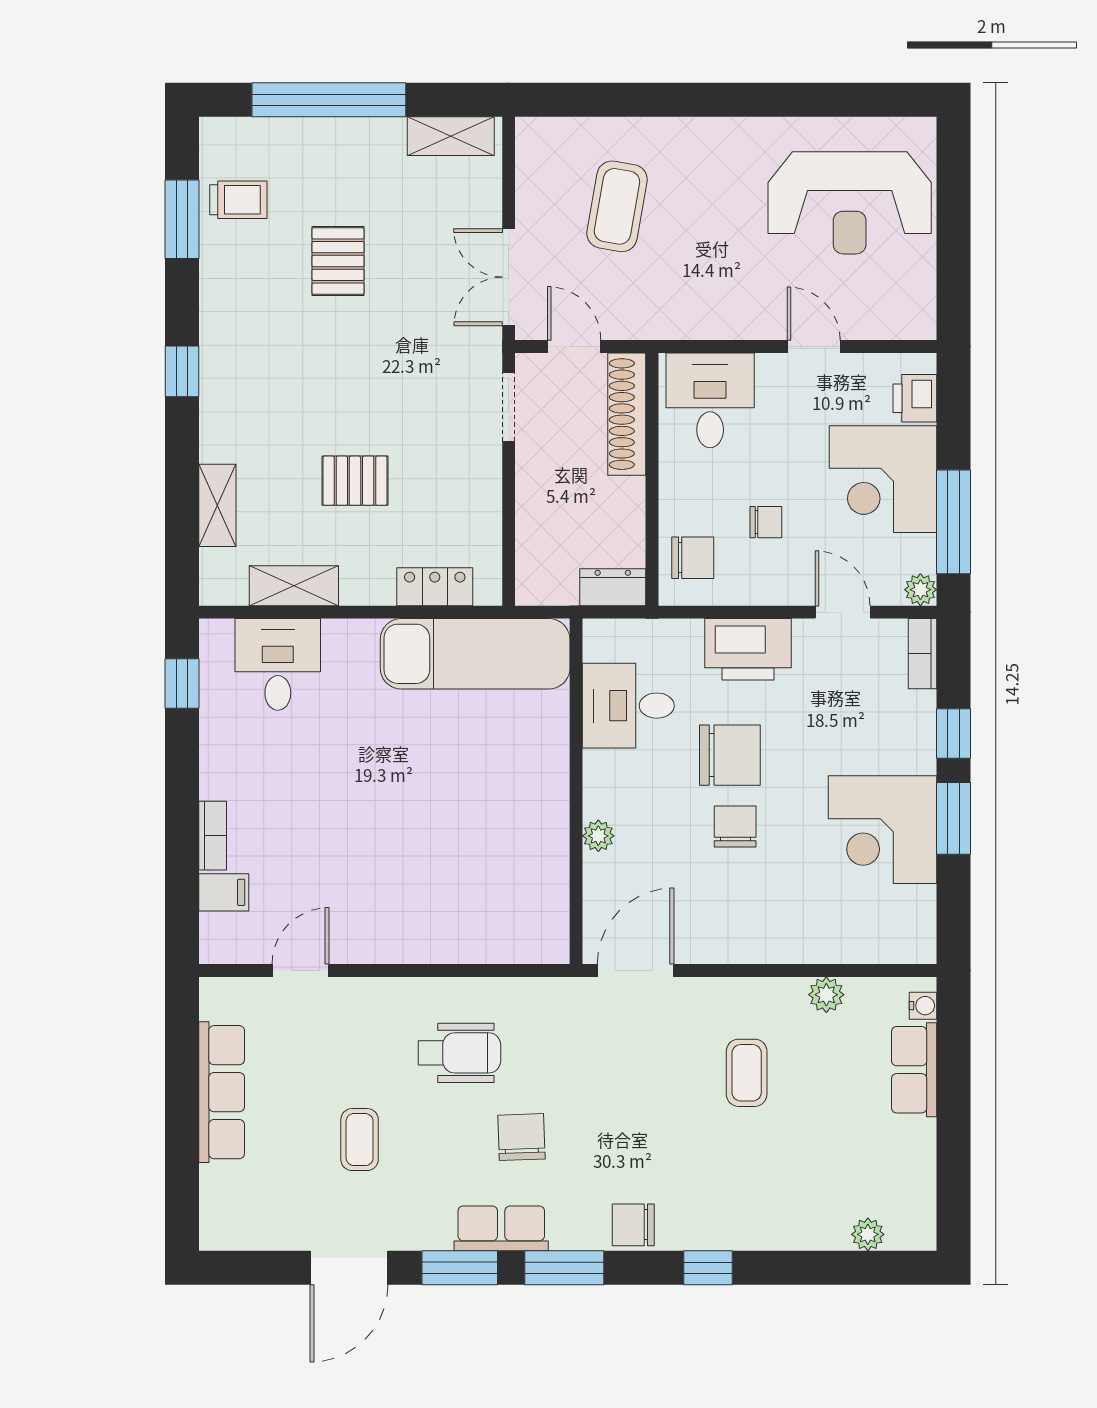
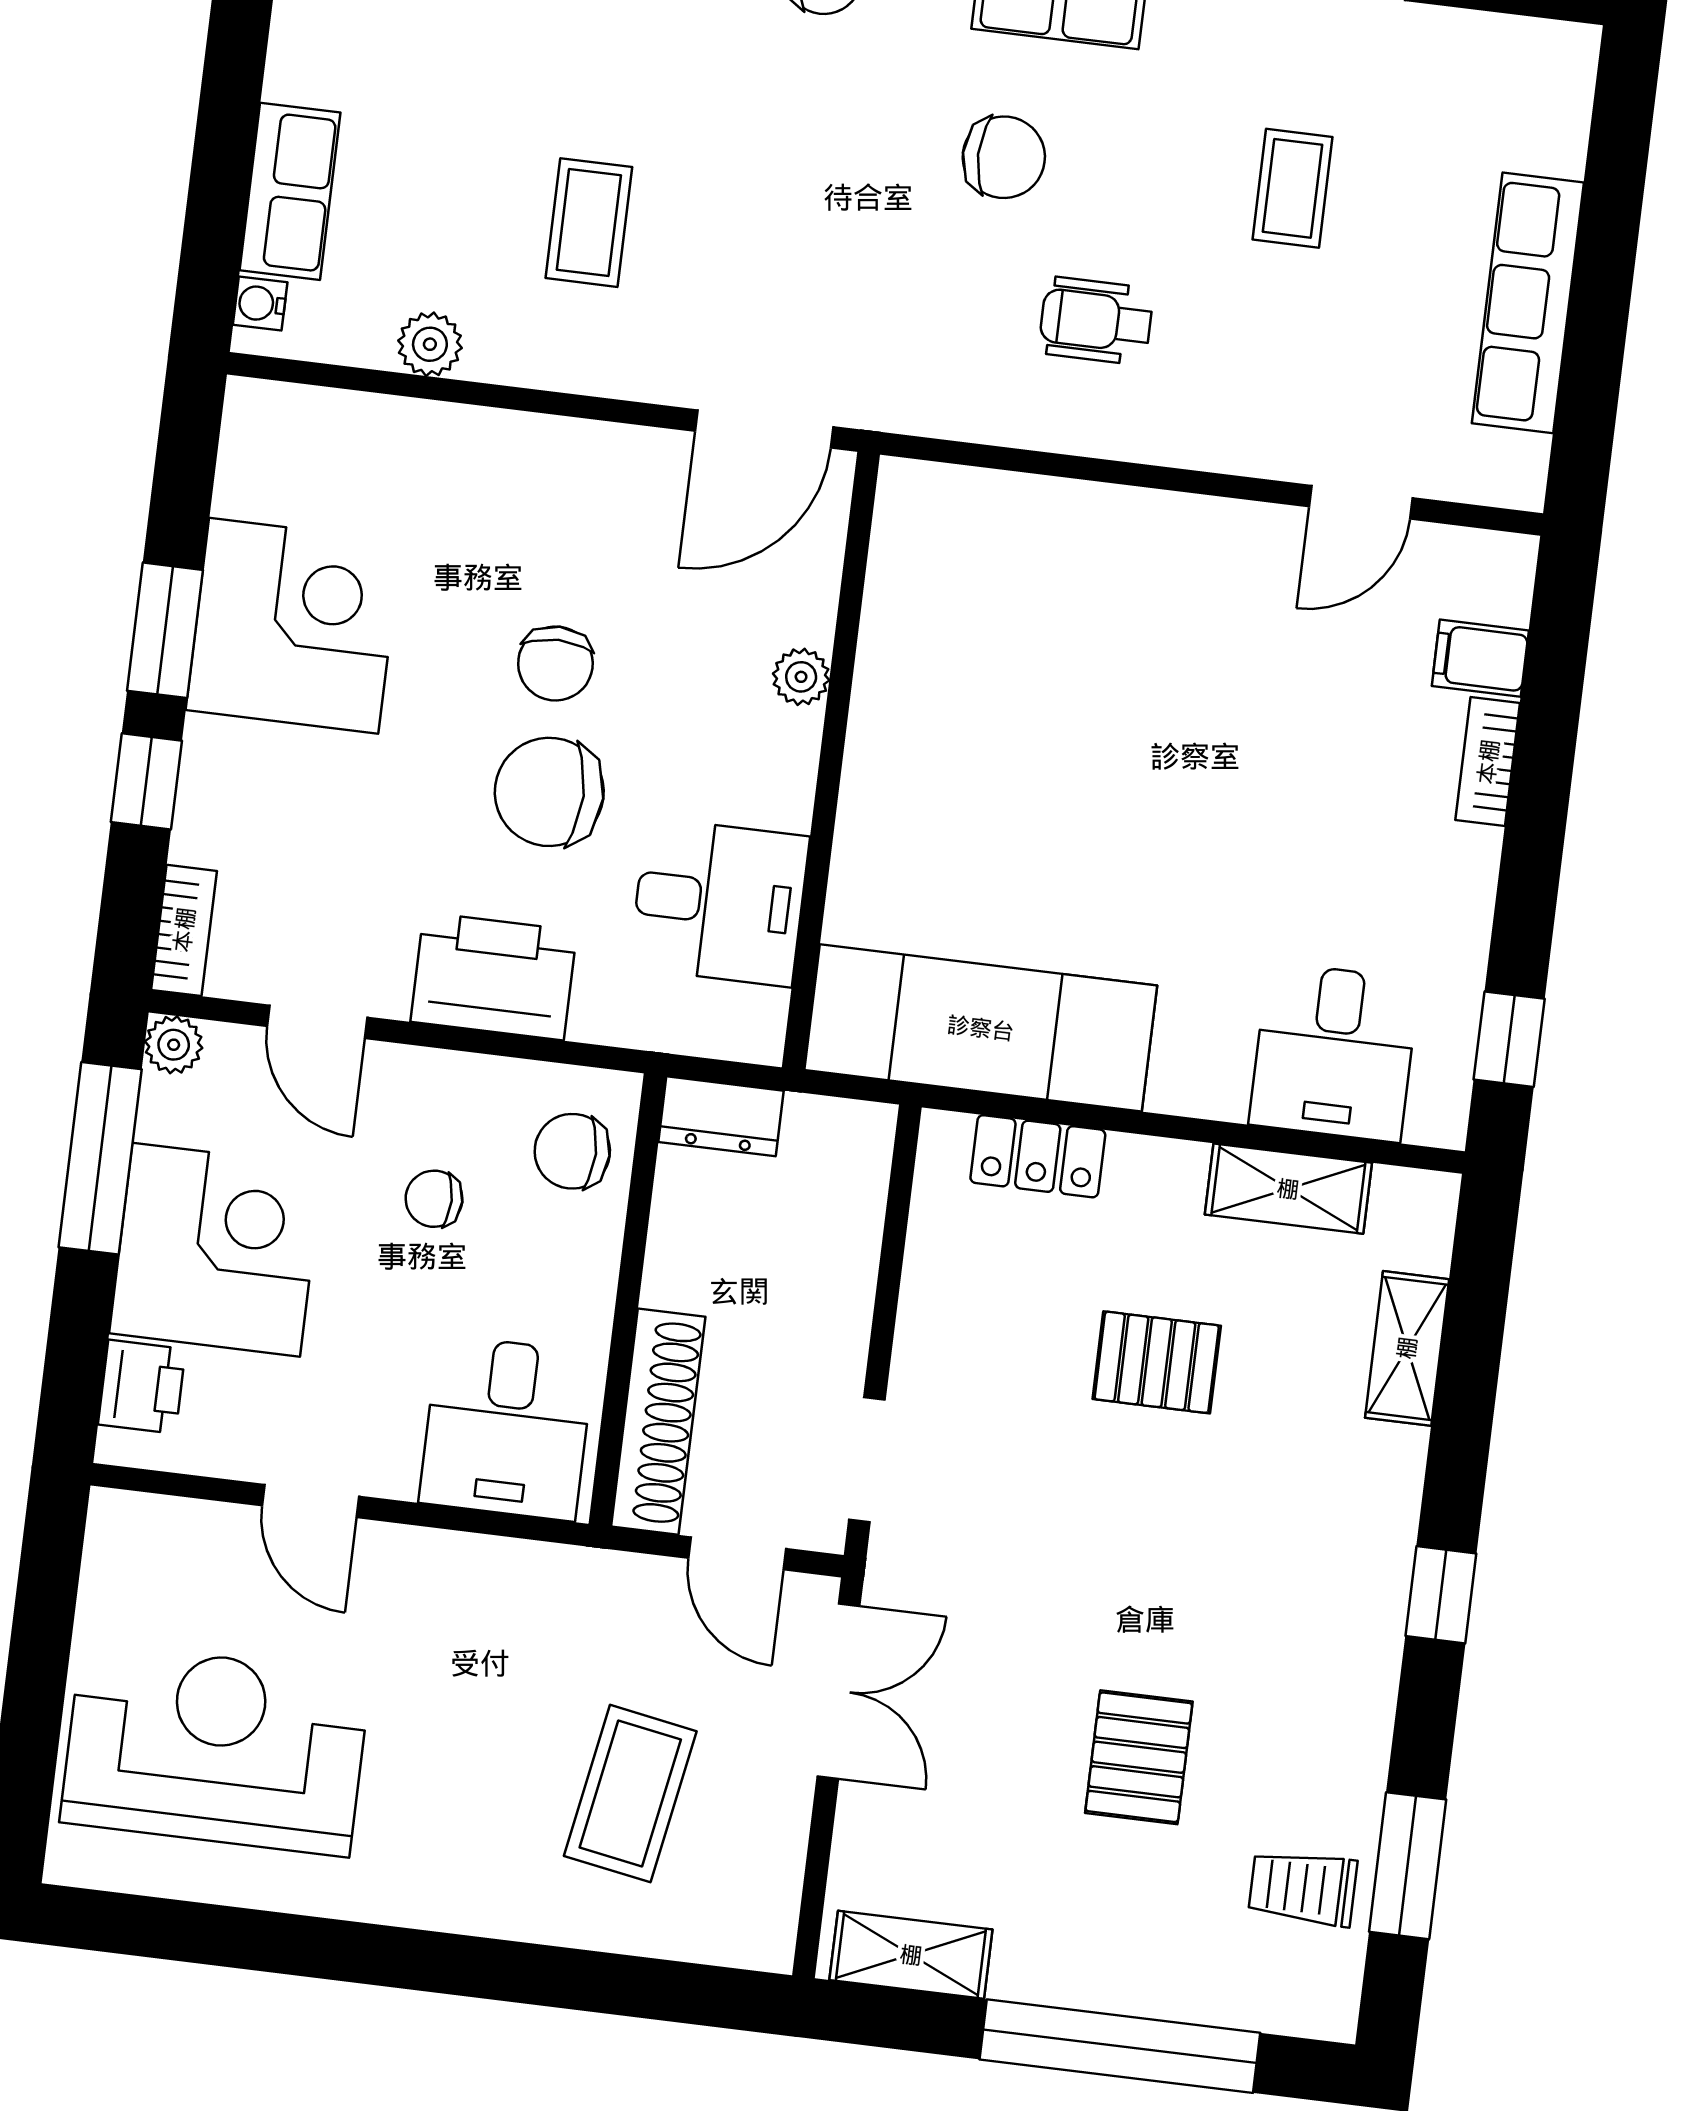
wheelchair: (459, 1053) -> (1096, 321), width x0.73, depth x0.73
chair: (521, 1137) -> (1004, 157), turned -88

